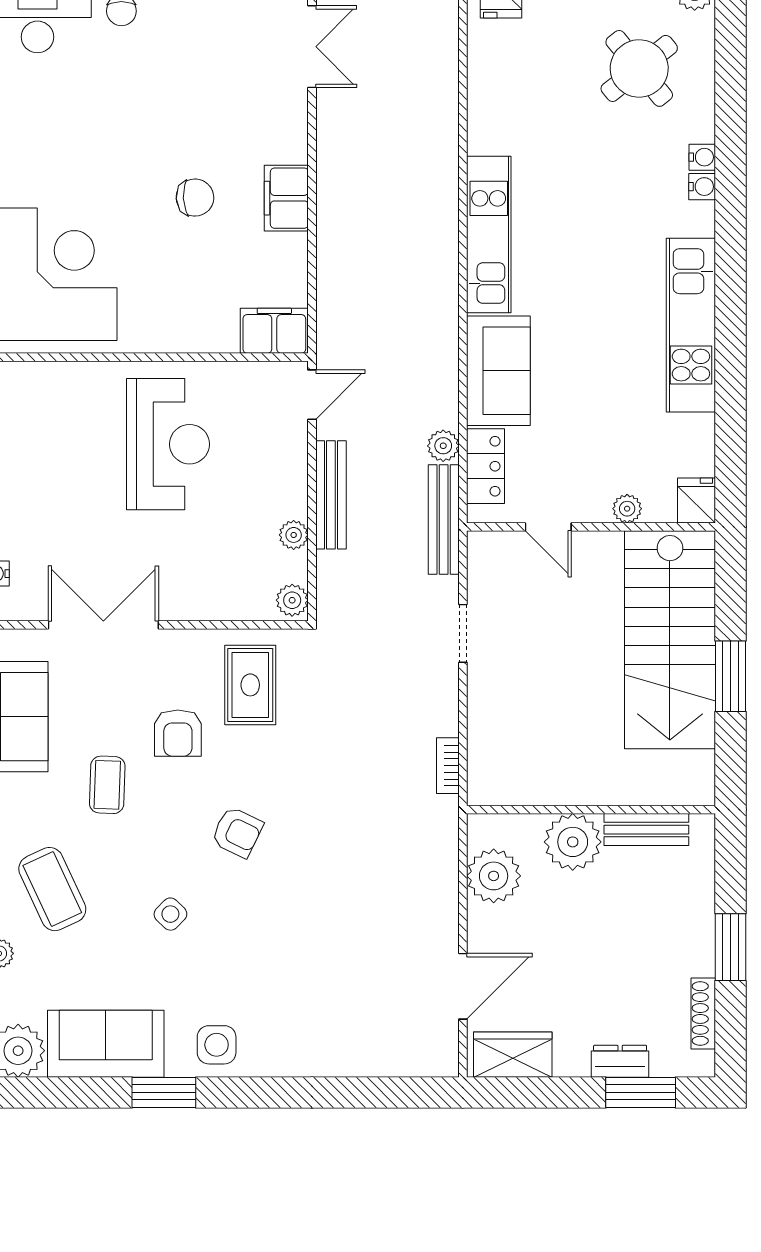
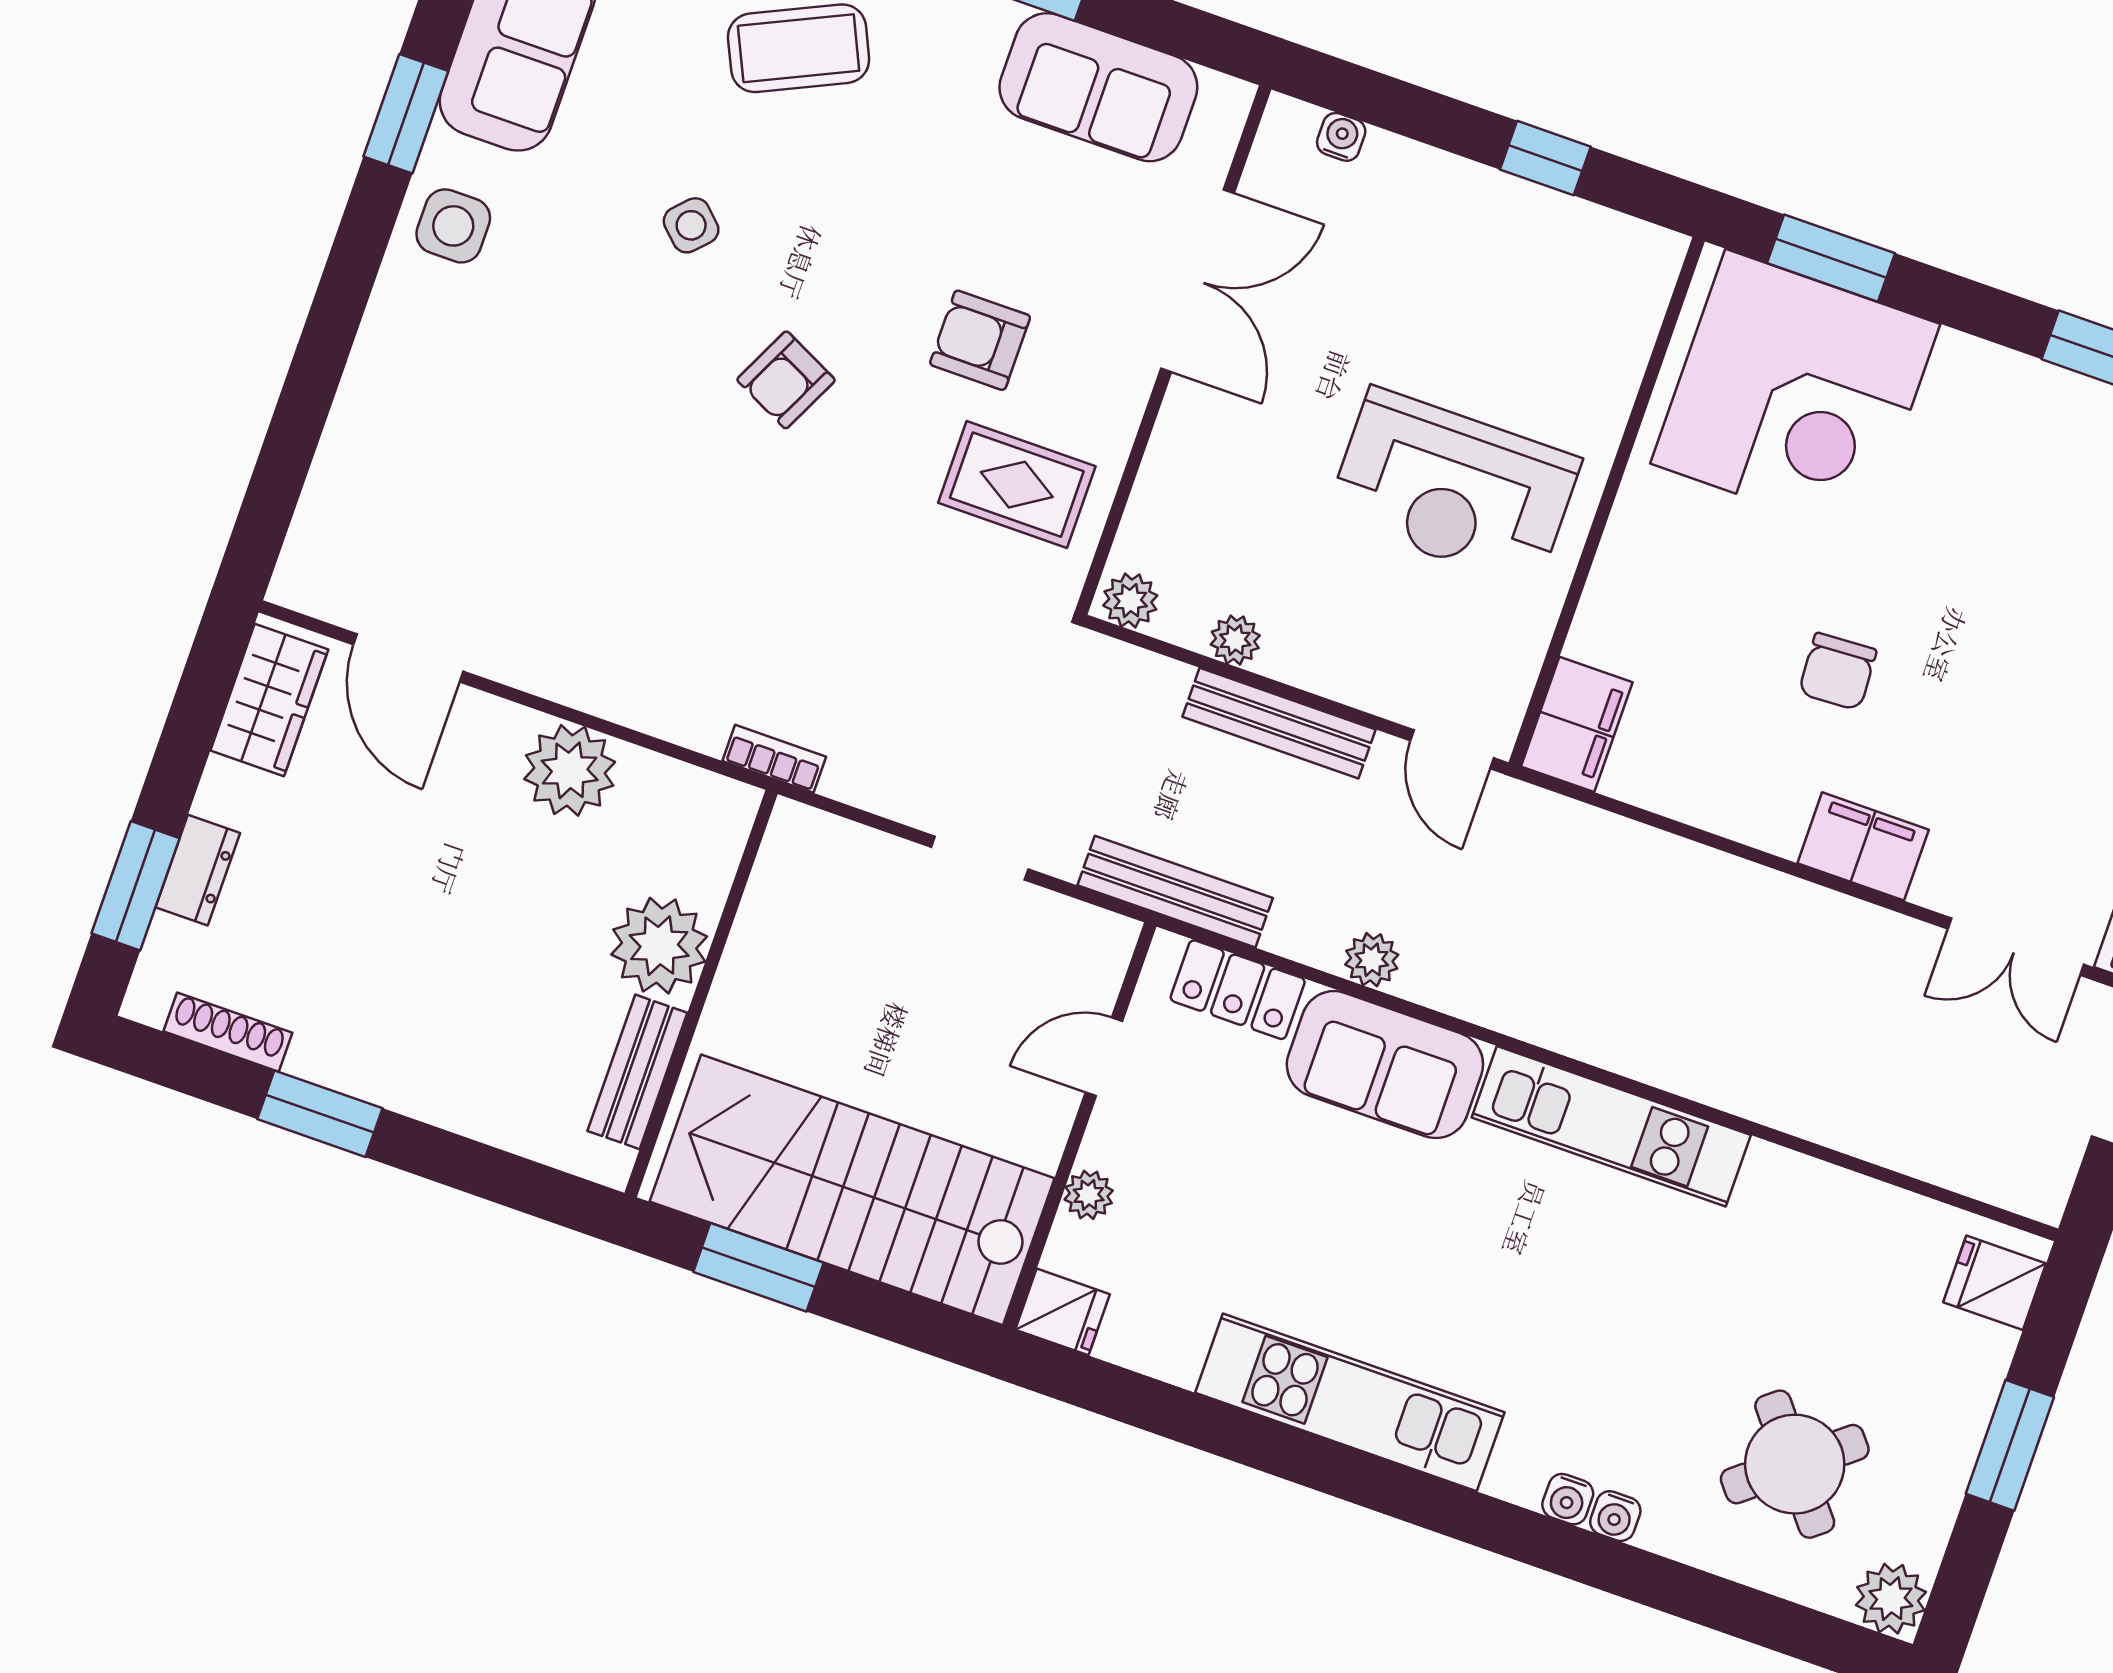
filing cabinet: (286, 198) -> (1863, 846), moved
plant: (443, 446) -> (1372, 960), moved
coffee table: (107, 785) -> (936, 196), removed
wall: (591, 810) -> (701, 994), moved
bench: (646, 830) -> (637, 1072), moved
plant: (573, 842) -> (659, 946), moved

